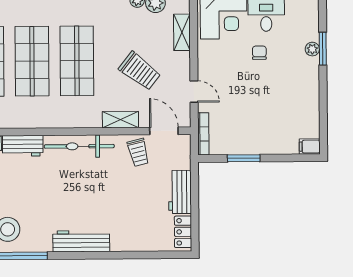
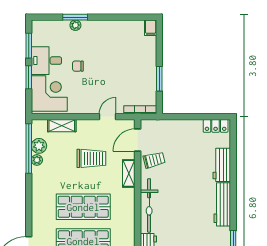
trolley: (140, 71) -> (91, 158), turned 52
workbench: (180, 192) -> (222, 165), moved, turned 90

